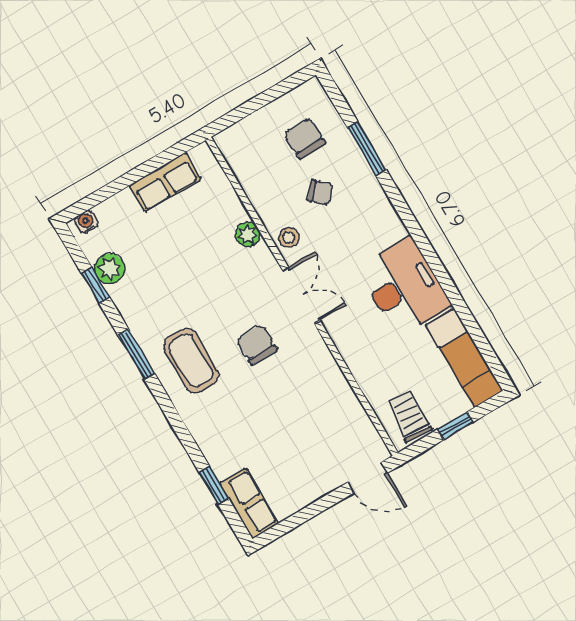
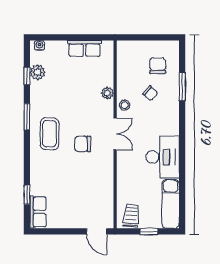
chair: (257, 345) -> (83, 144), turned -90

